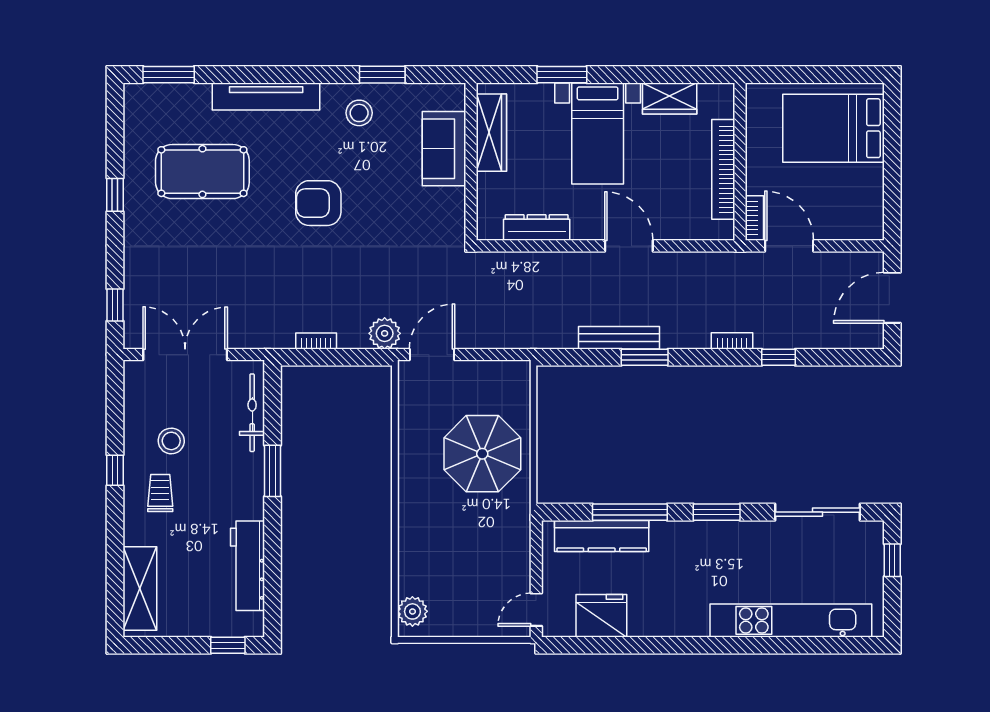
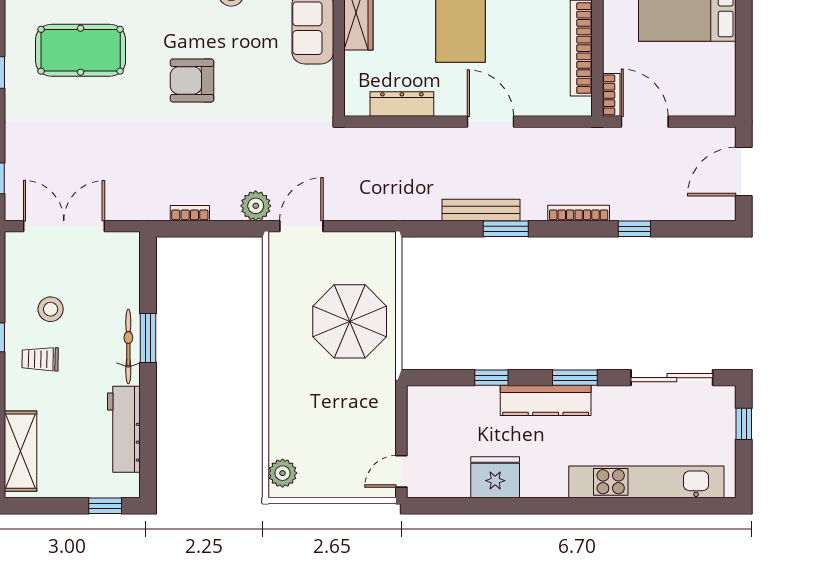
bookcase: (732, 341) -> (579, 213), width x1.56
bicycle: (252, 413) -> (128, 347), moved
trolley: (160, 493) -> (40, 359), turned -89
window: (630, 512) -> (491, 378), width x0.46
kitchen counter: (602, 536) -> (546, 401), moved
fridge: (601, 616) -> (495, 477), moved

